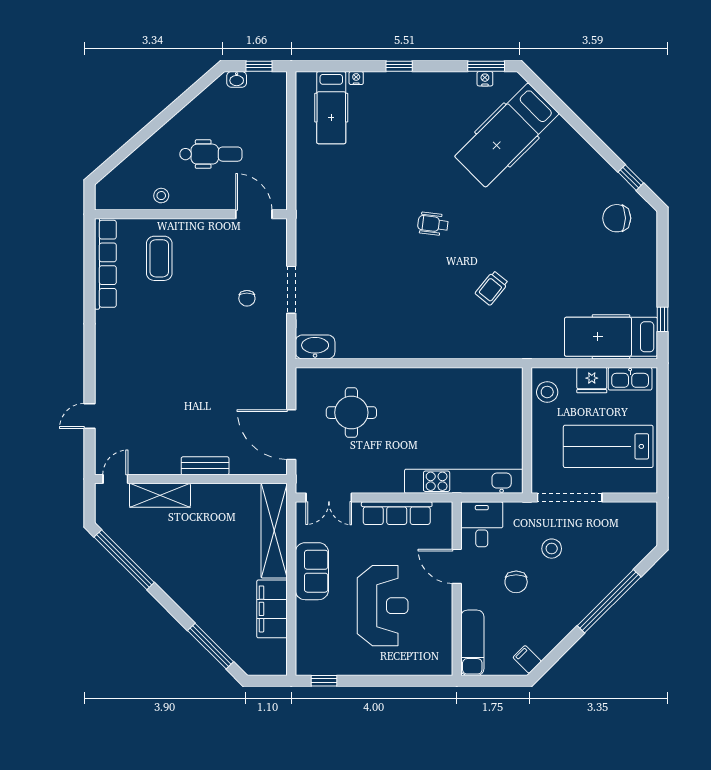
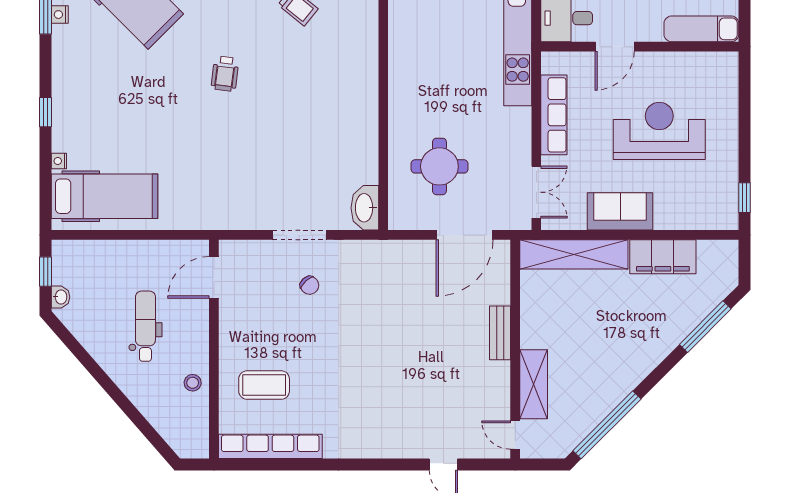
hospital bed: (331, 108) -> (105, 196), width x1.37, depth x1.29
chair: (247, 298) -> (310, 285), turned 47

